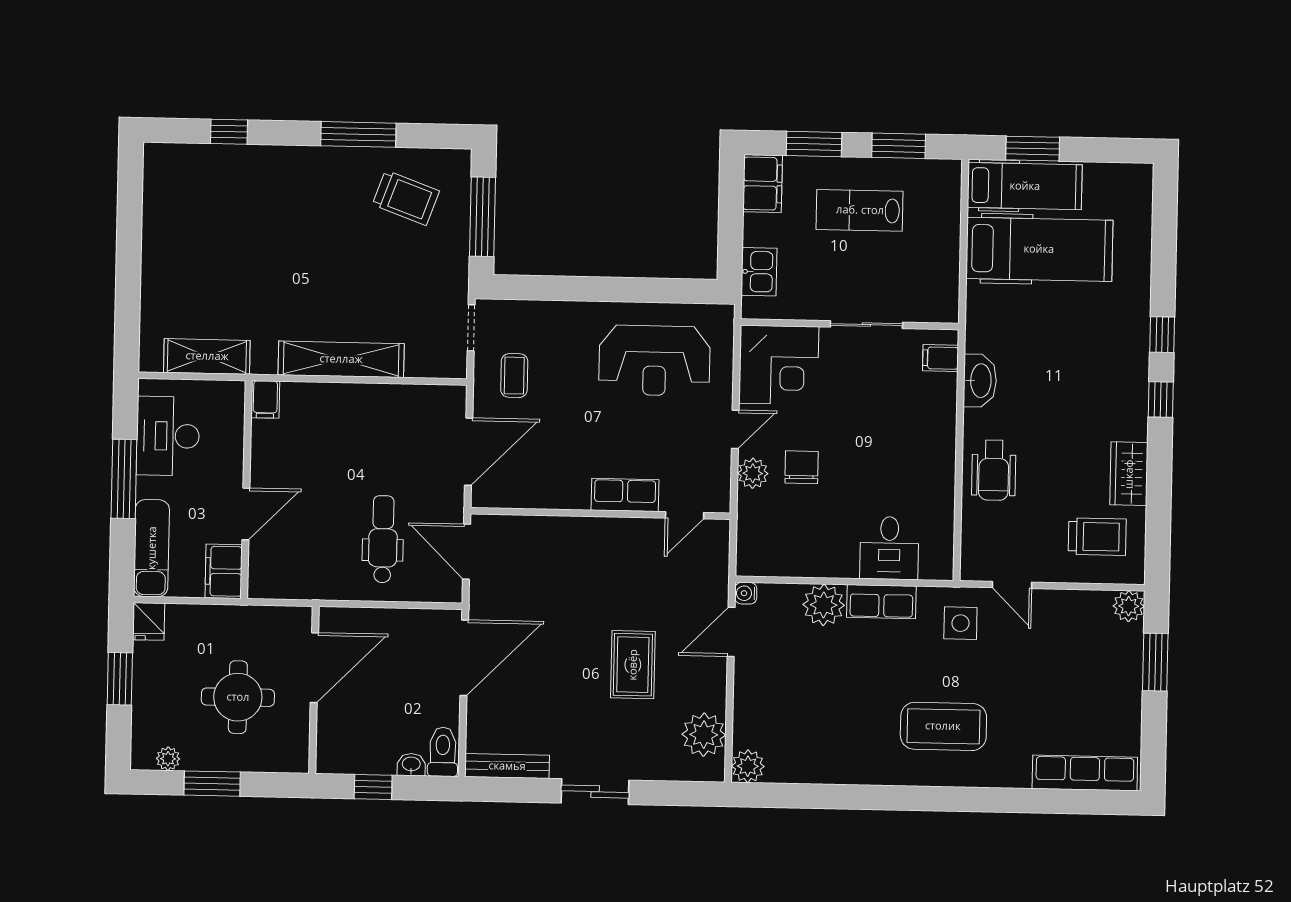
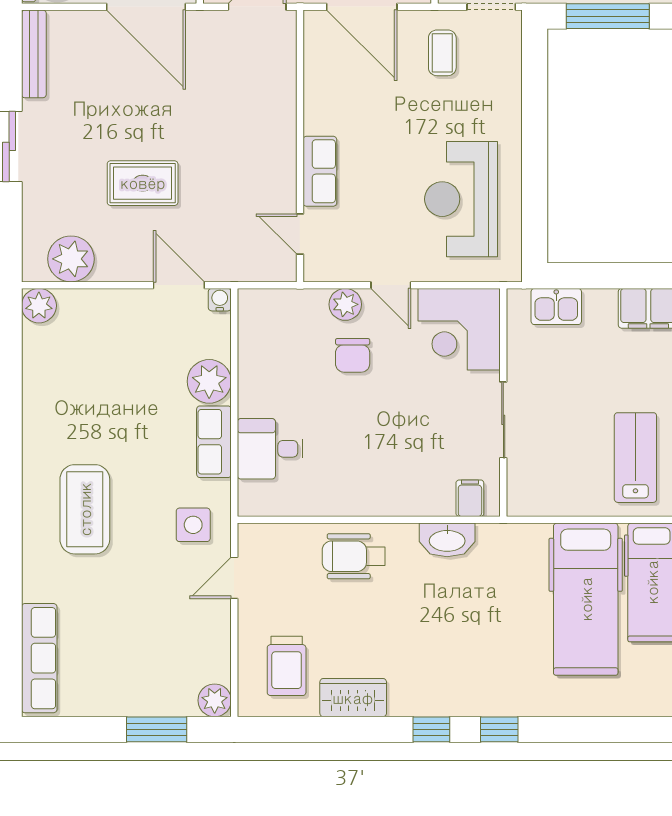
lab bench: (860, 210) -> (635, 458), moved
coffee table: (514, 376) -> (442, 53), turned 90
chair: (802, 467) -> (353, 355), turned 90

